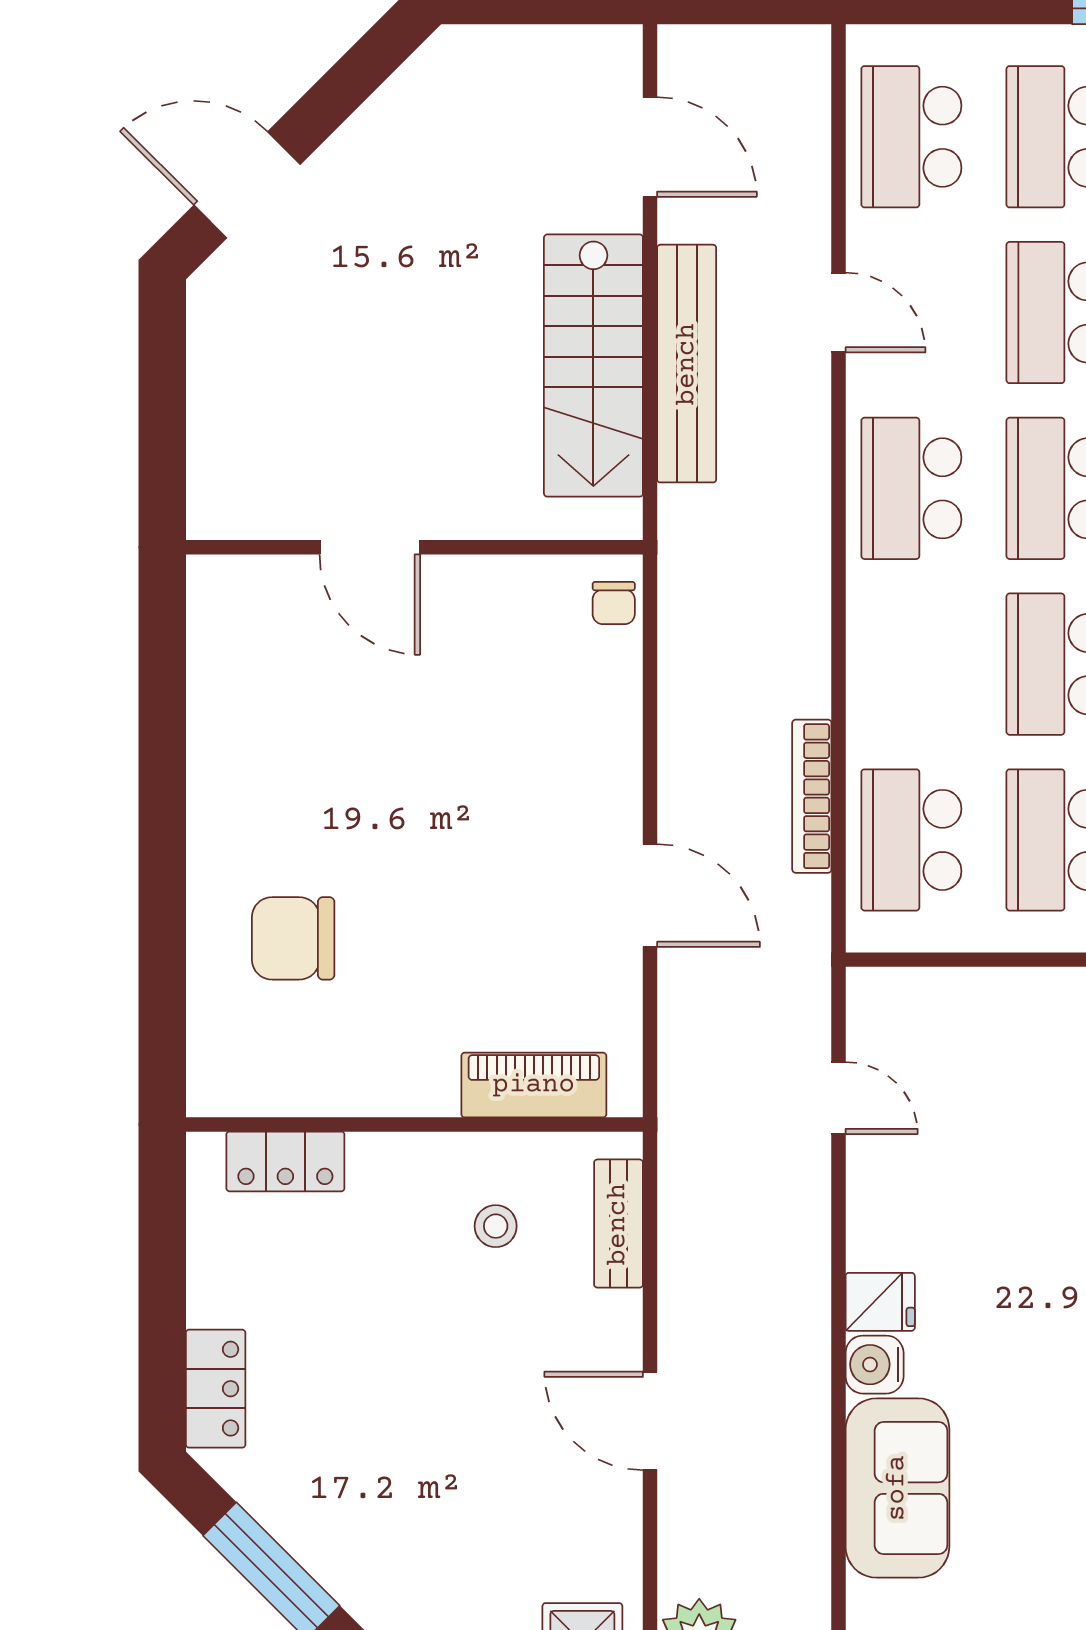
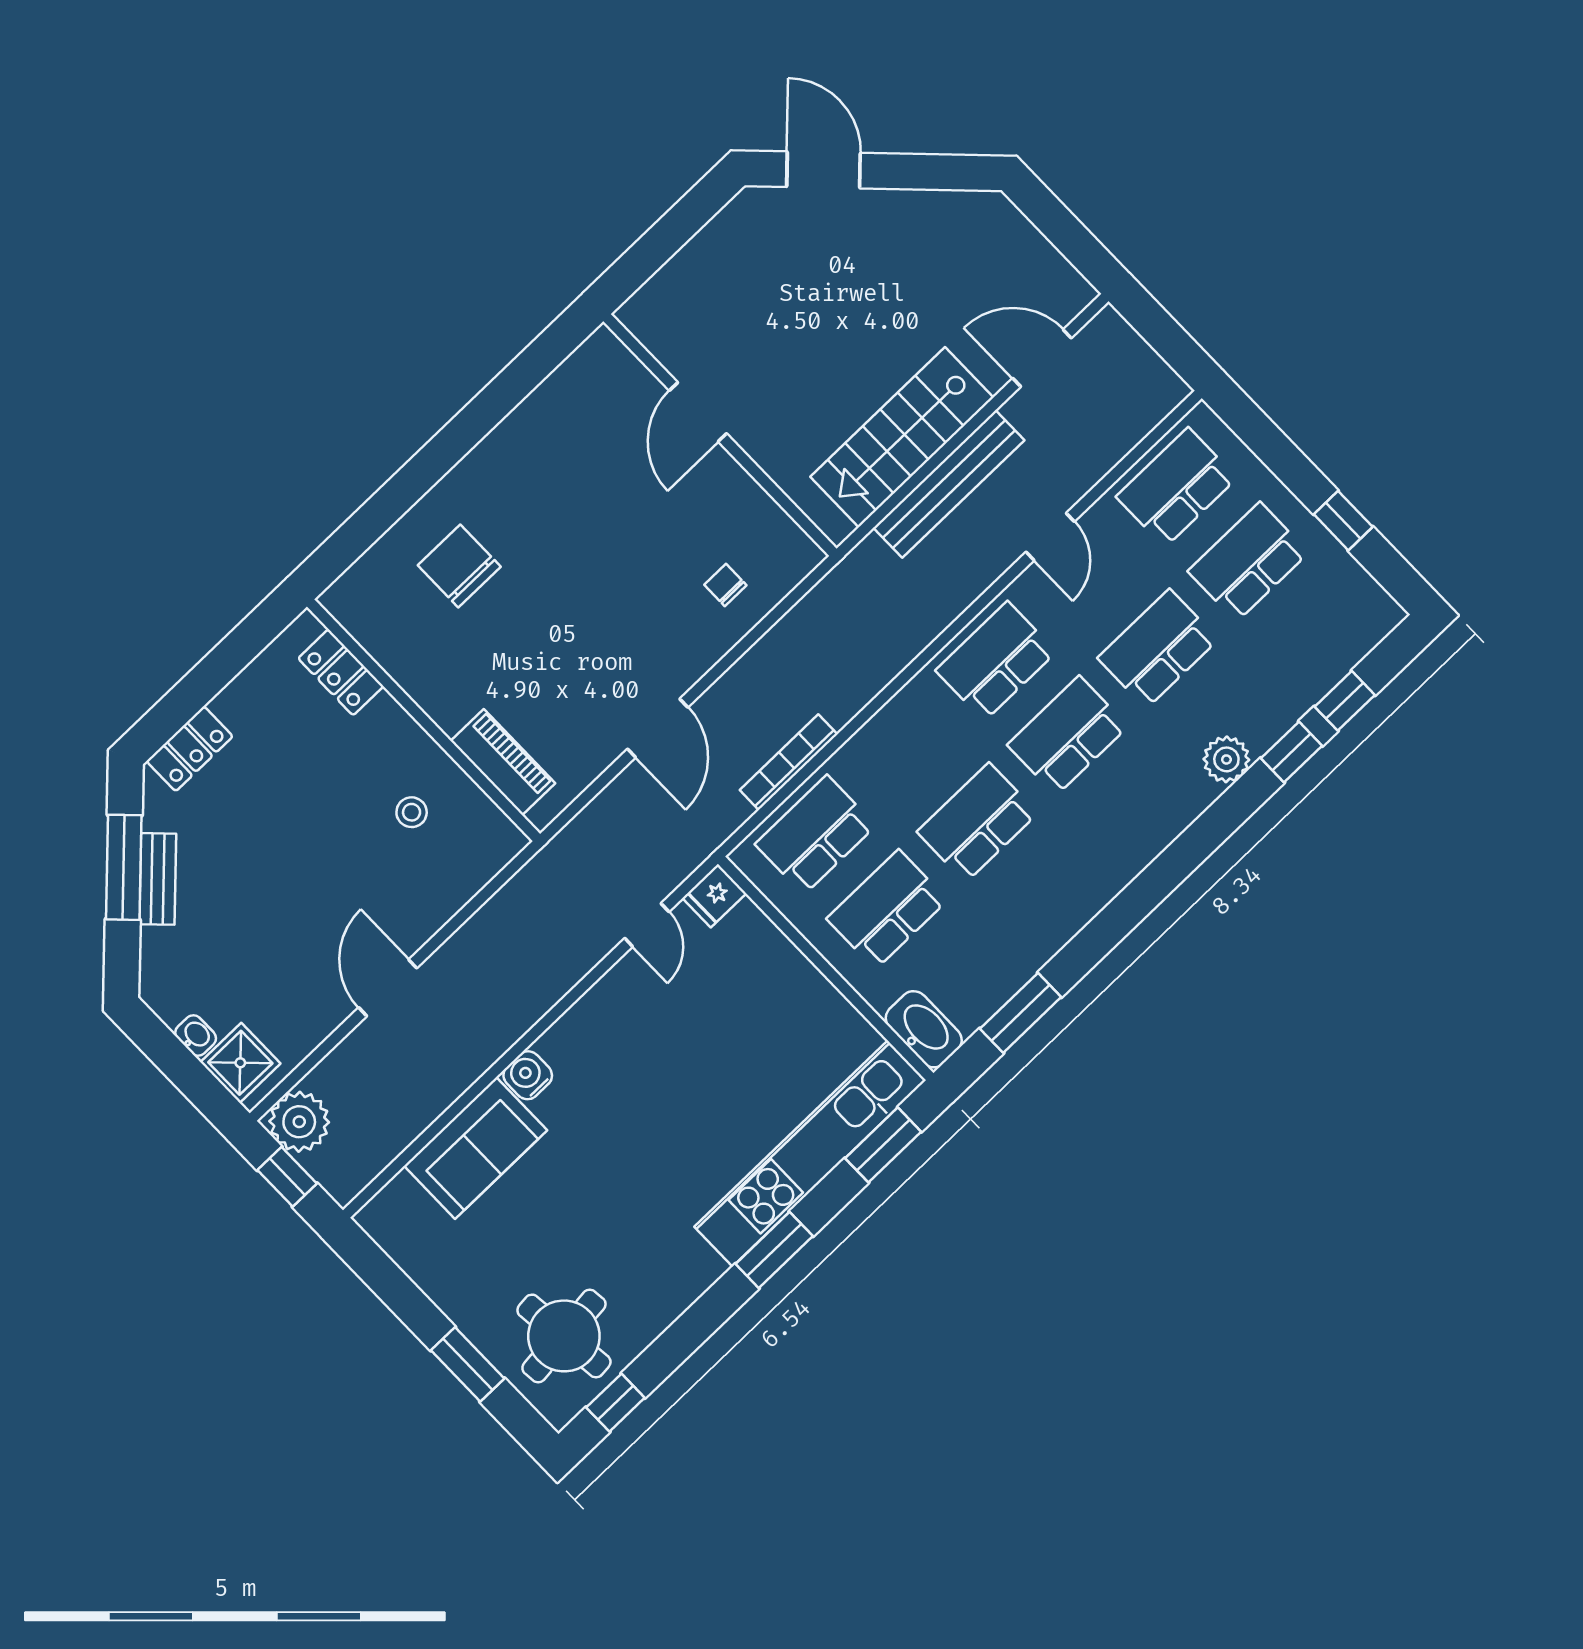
door: (650, 147) -> (1042, 358), swing flipped
chair: (614, 603) -> (725, 585), moved, turned 90
bench: (618, 1224) -> (158, 879), moved, turned -45
fridge: (880, 1302) -> (714, 896), moved, turned 90

